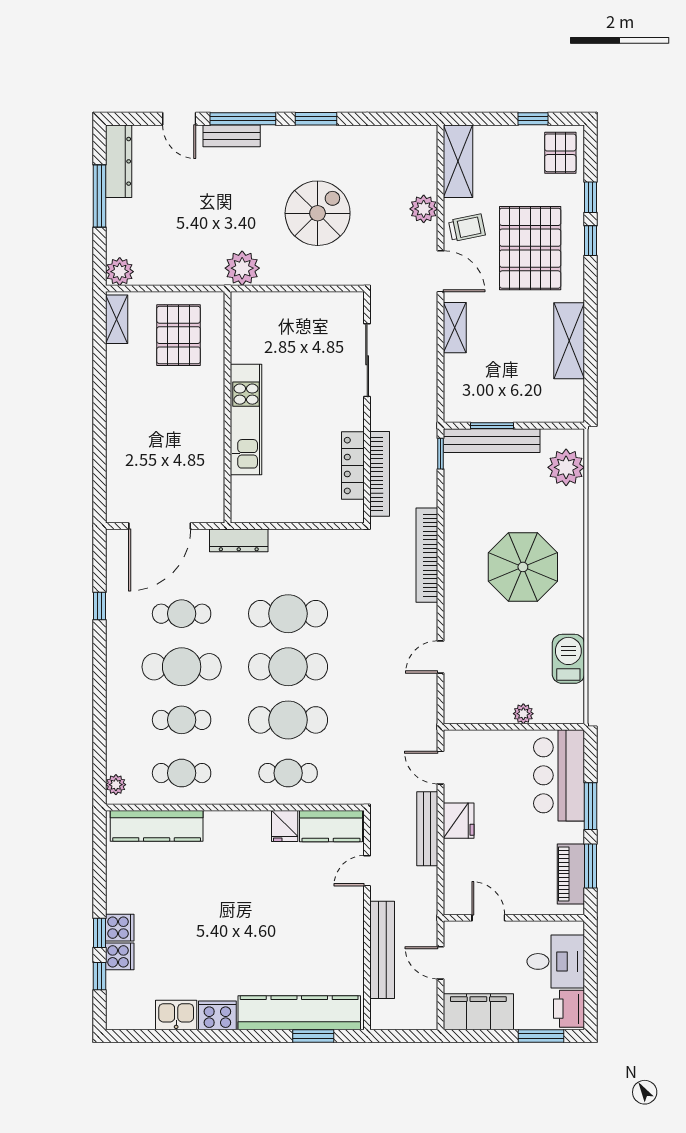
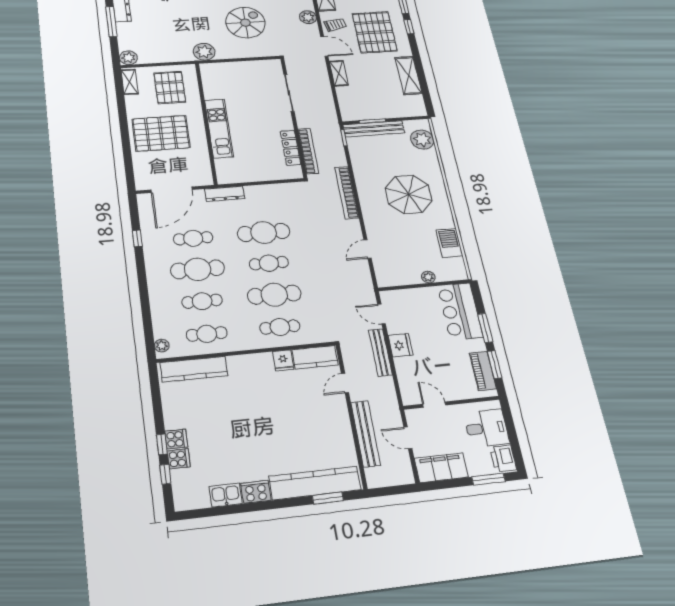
pallet: (155, 422) -> (161, 133), added
cafe table: (288, 667) -> (269, 263), width x0.73, depth x0.74

